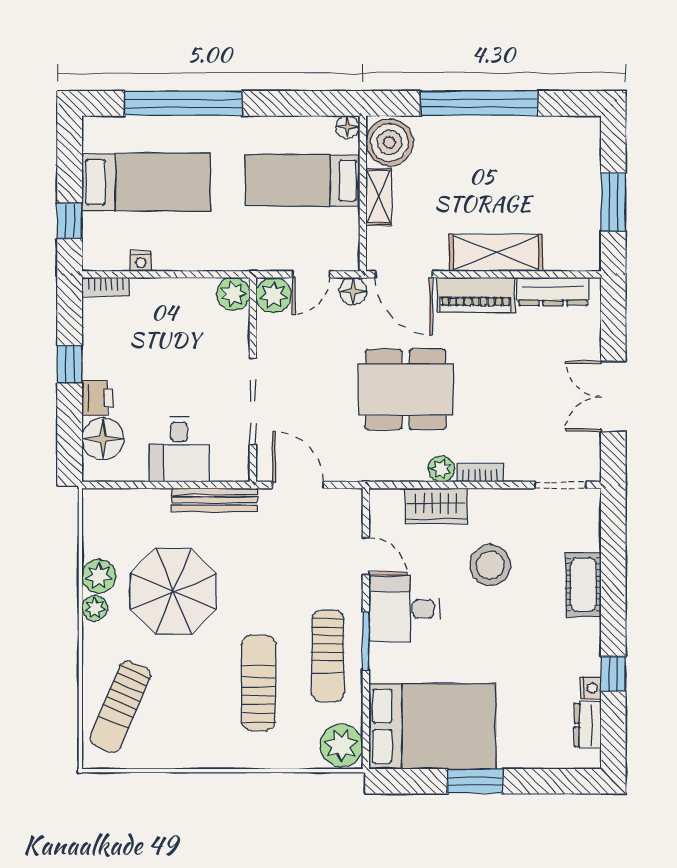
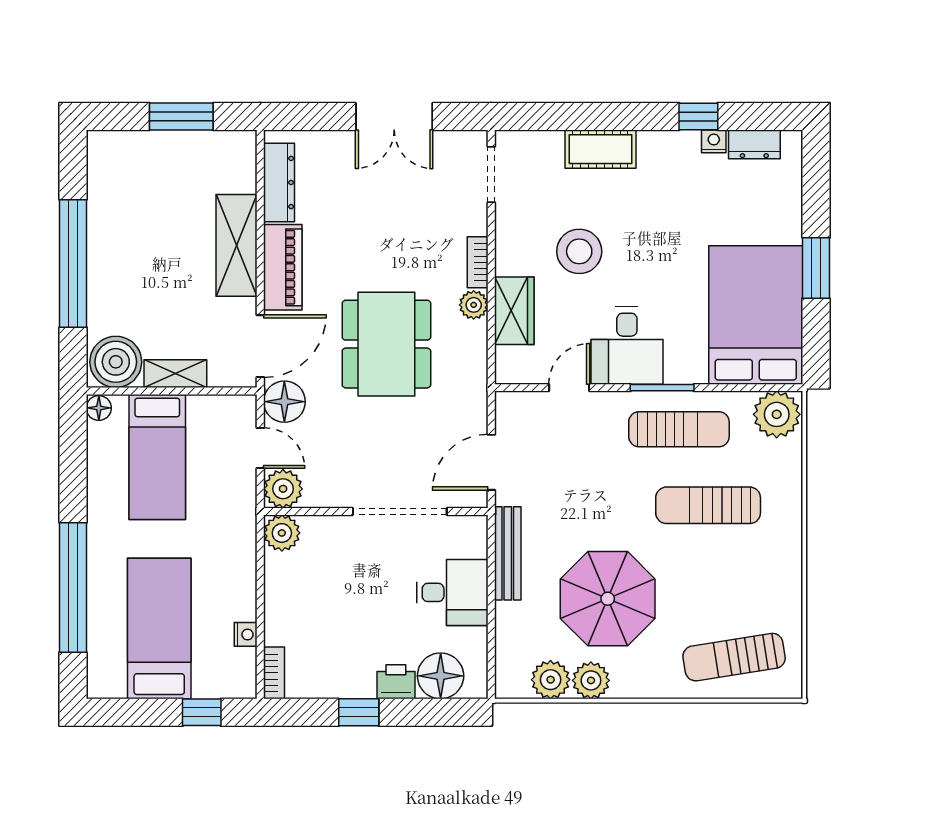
floor lamp: (353, 291) -> (284, 402), width x1.38, depth x1.38
plant: (95, 608) -> (551, 680), moved, width x1.38, depth x1.38
sun lounger: (120, 707) -> (734, 657), turned 148

